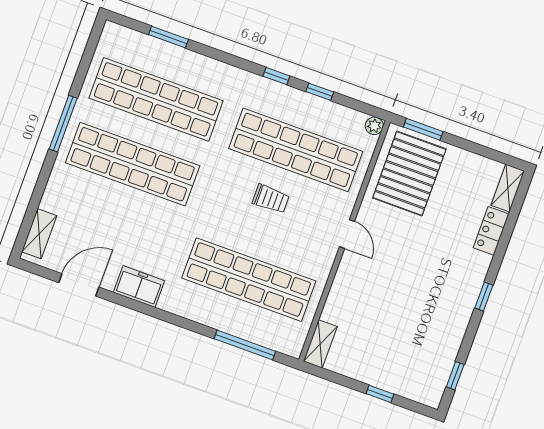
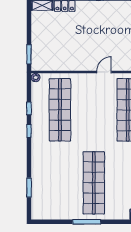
shop shelf: (156, 99) -> (60, 183), removed
pallet: (409, 173) -> (52, 53), removed
trolley: (271, 199) -> (87, 113), removed
door: (347, 234) -> (104, 72), moved

